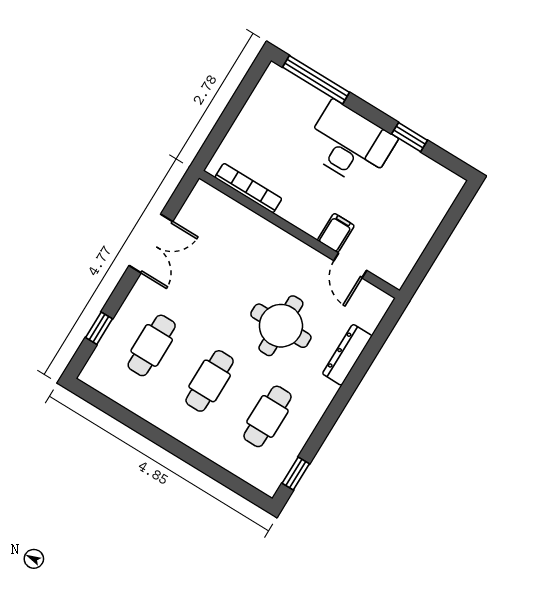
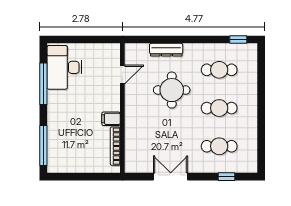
window: (410, 137) -> (43, 84), width x2.17
desk: (350, 144) -> (64, 67), moved
filing cabinet: (336, 233) -> (111, 119), moved

